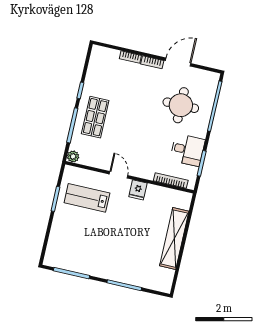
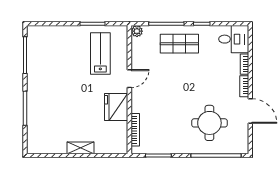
desk: (187, 150) -> (234, 39), moved, turned -90
fridge: (138, 190) -> (116, 107), width x1.88, depth x1.34
shelving: (174, 239) -> (81, 148), width x0.45, depth x0.75

